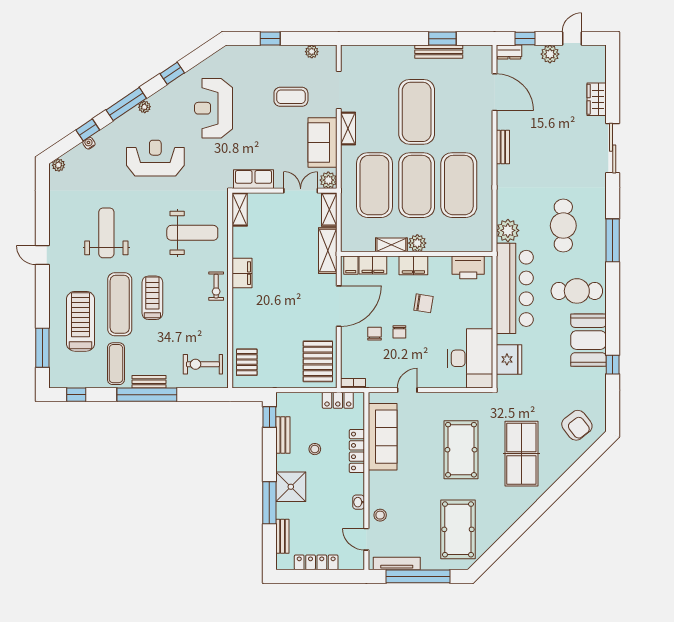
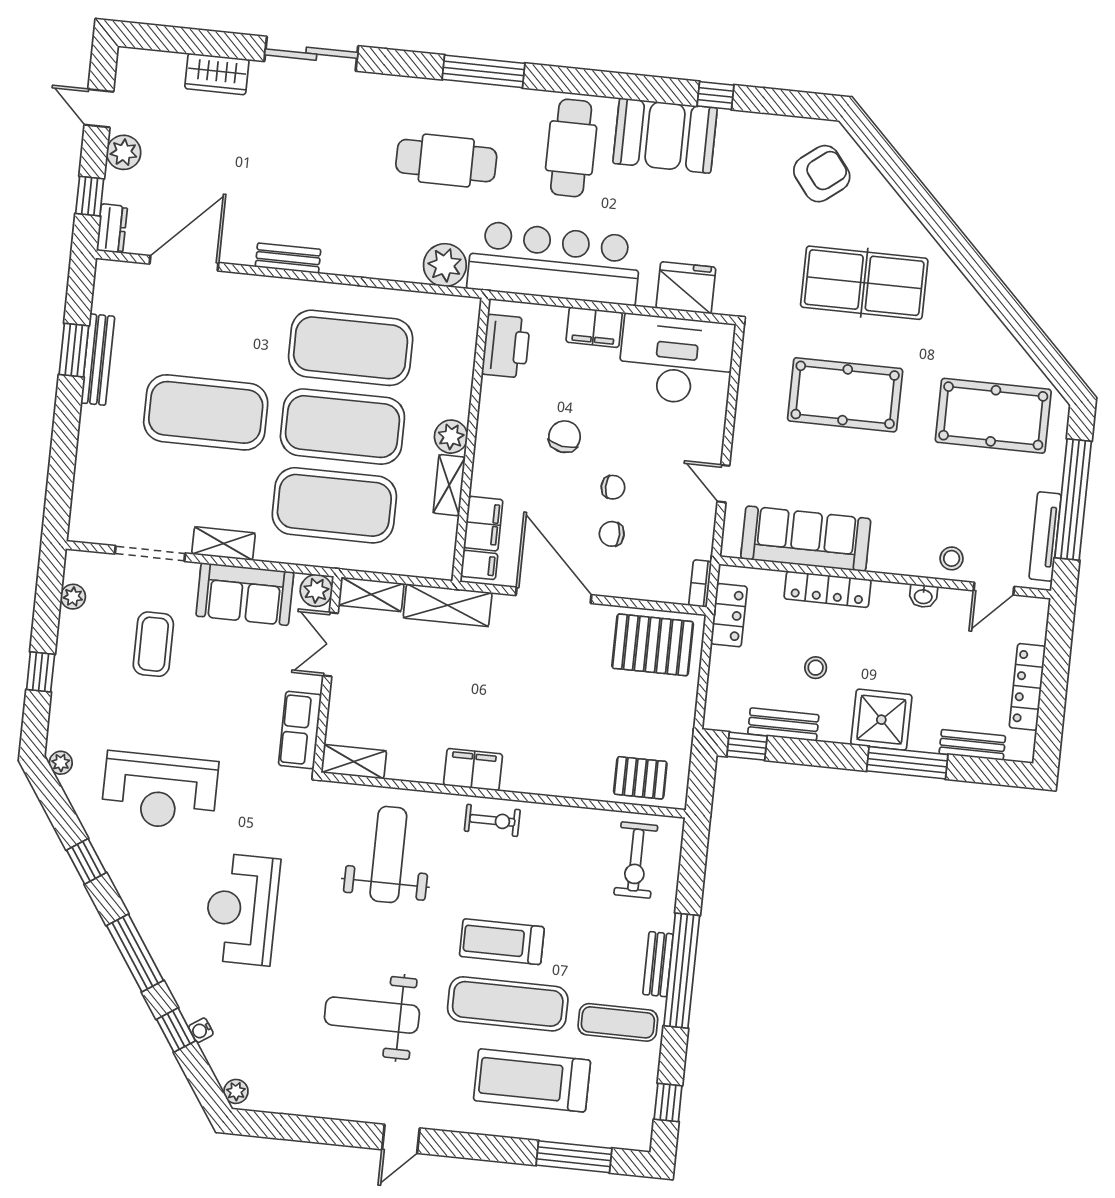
plant: (144, 107) -> (61, 763), moved
filing cabinet: (413, 265) -> (594, 327), moved, turned 90

